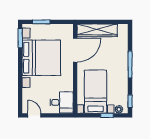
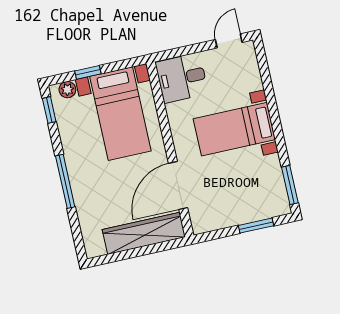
bed with nightstands: (41, 58) -> (234, 129), width x0.54
door: (34, 115) -> (229, 41), swing flipped

